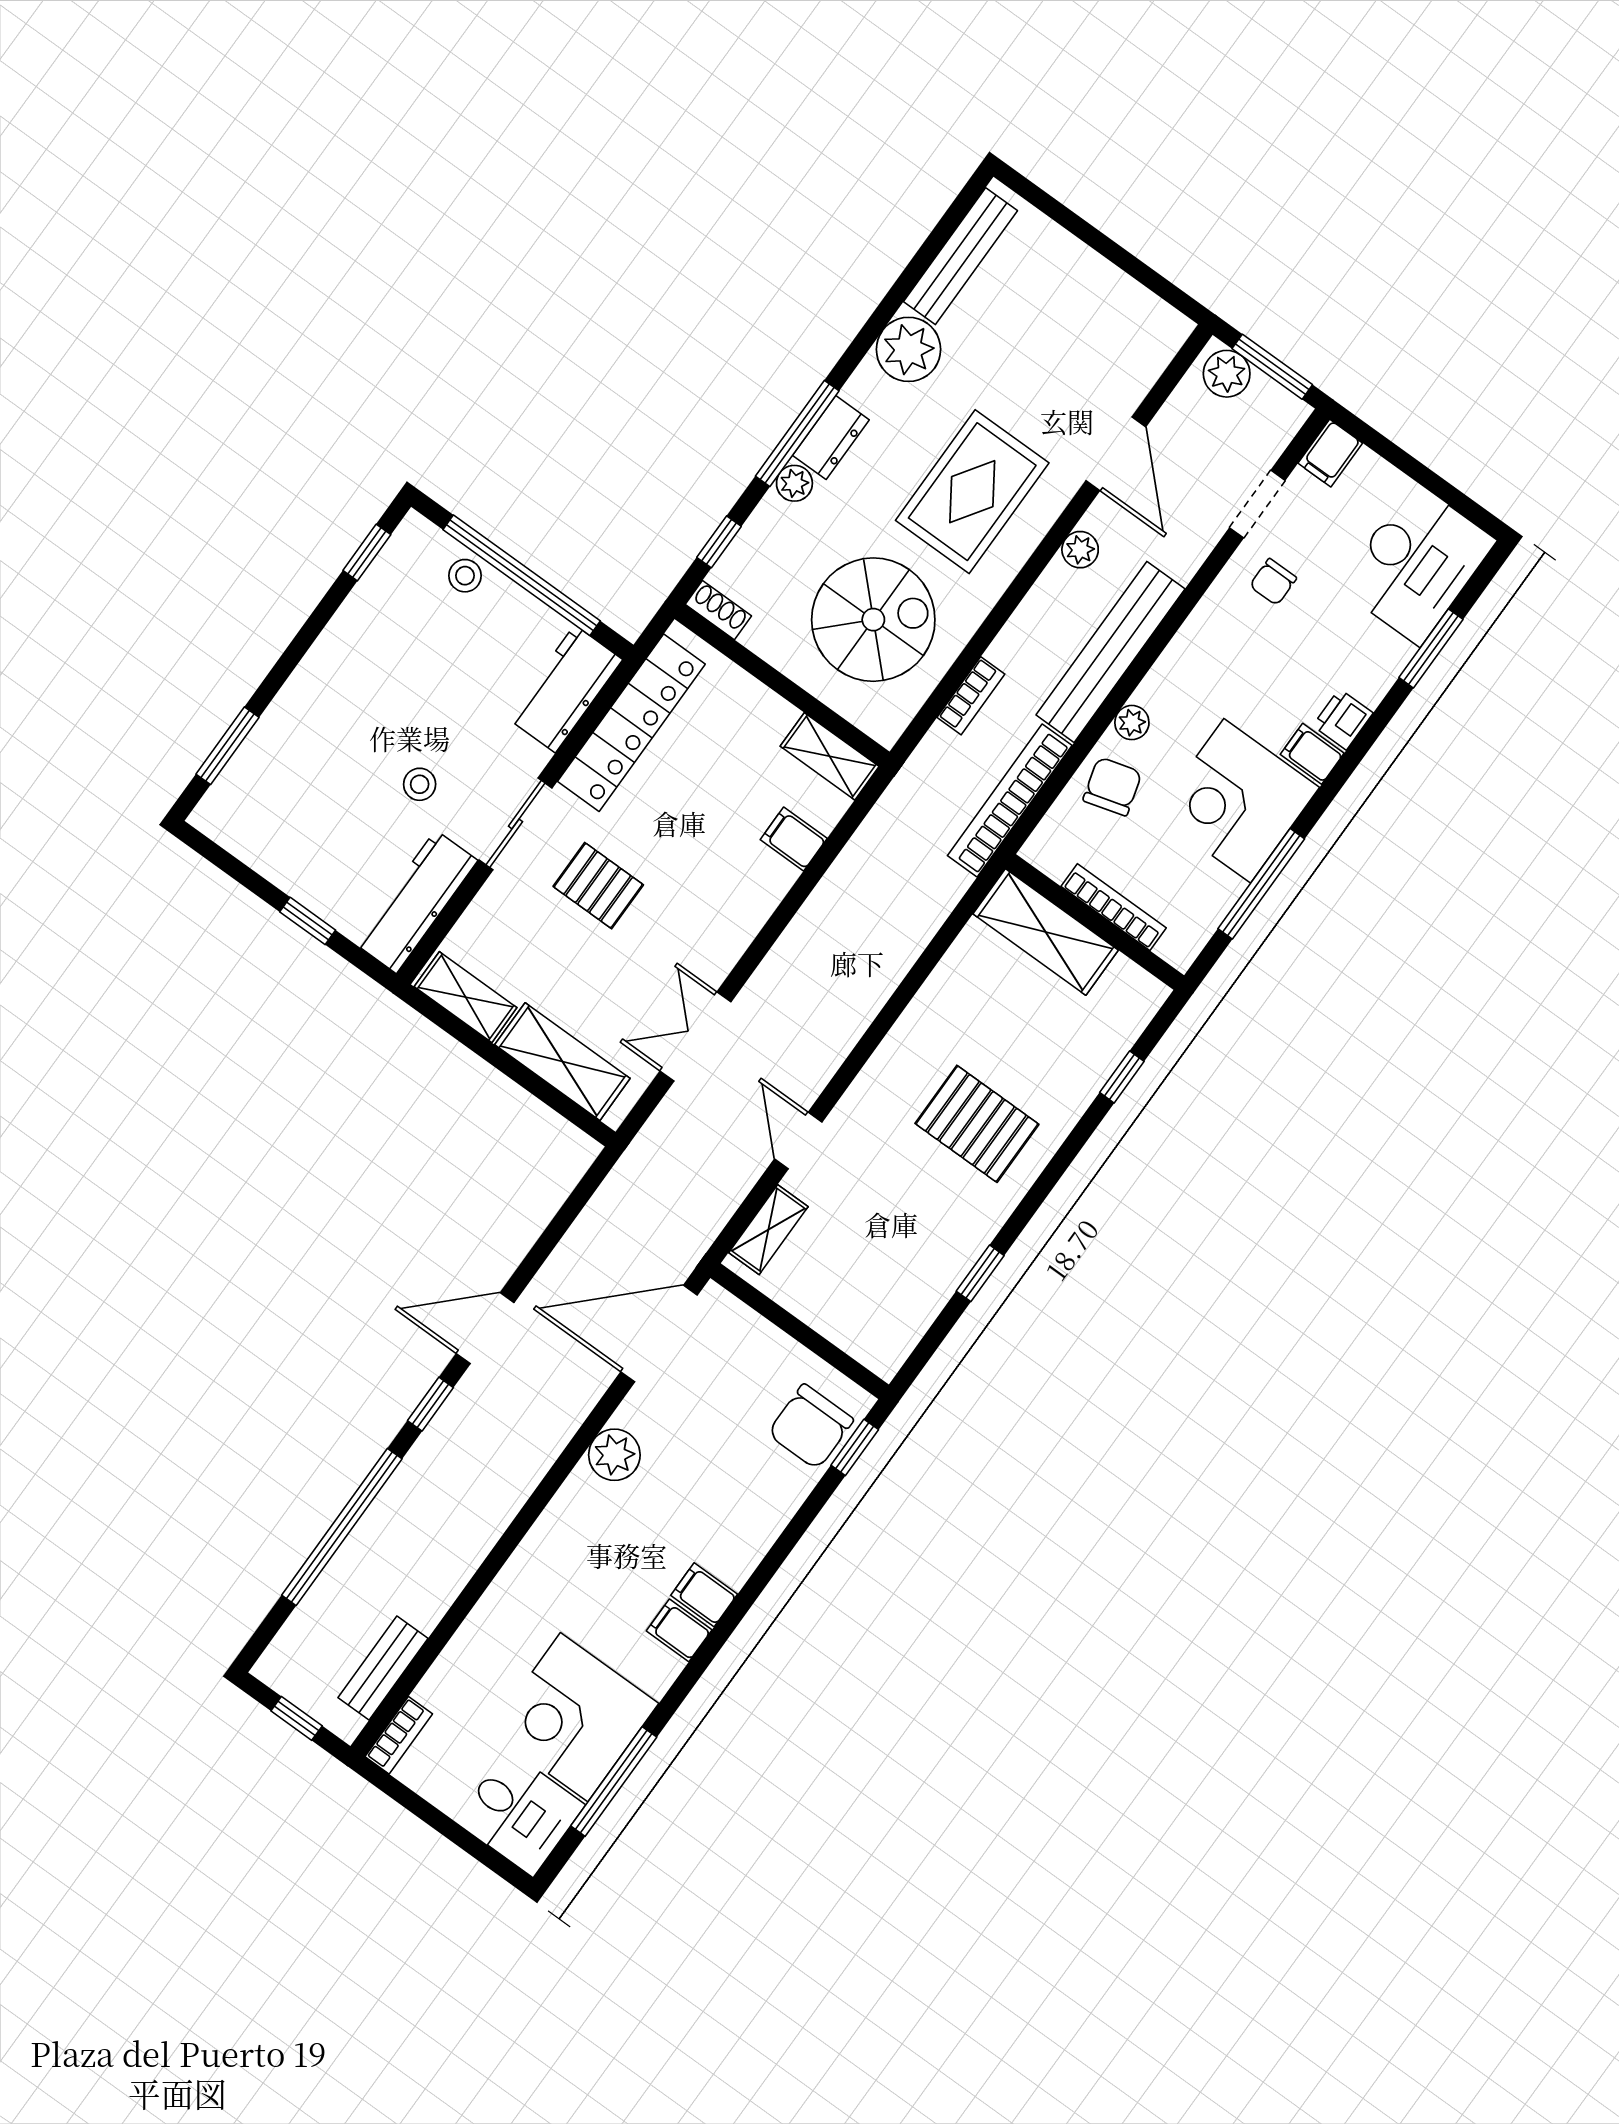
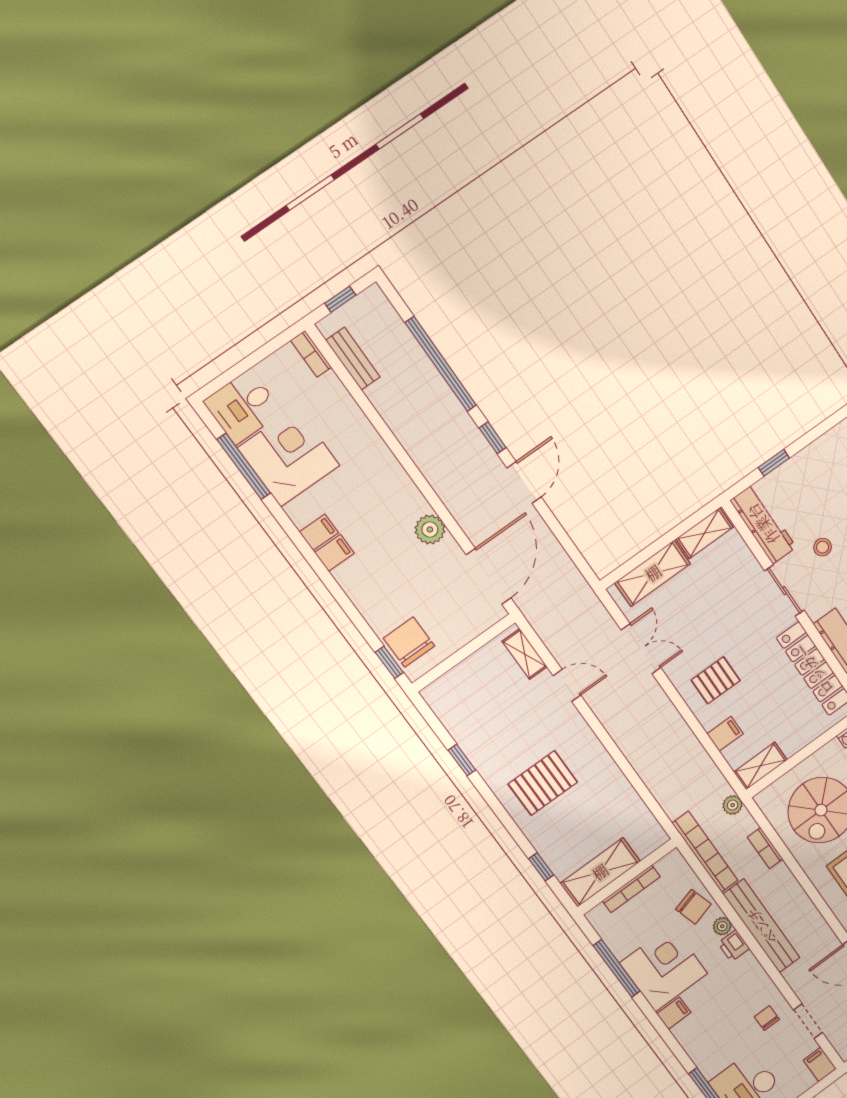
plant: (1080, 550) -> (733, 805), moved
printer: (1343, 719) -> (734, 946), moved, turned 180
pallet: (598, 886) -> (716, 680), moved
shelving: (1046, 932) -> (600, 872), moved

